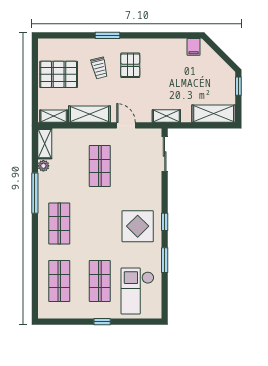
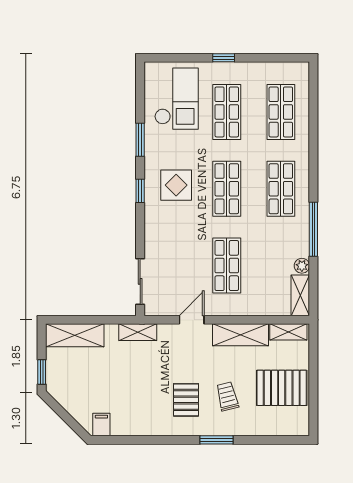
door: (126, 125) -> (192, 320), swing flipped
shop shelf: (100, 223) -> (227, 189), added
display table: (138, 226) -> (176, 185), width x0.73, depth x0.73

